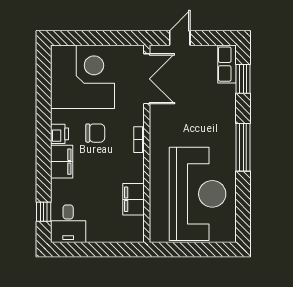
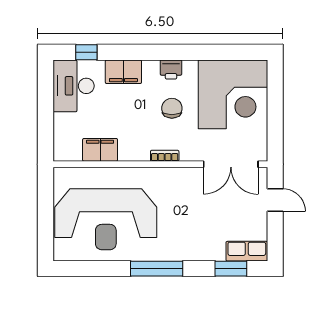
chair: (95, 133) -> (172, 108), turned 180
filing cabinet: (62, 162) -> (123, 72), moved
desk: (68, 224) -> (74, 86), width x1.37

